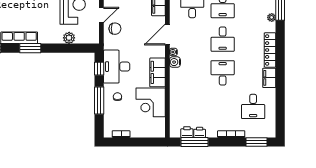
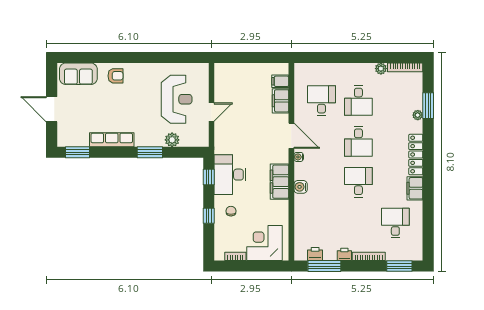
chair: (115, 29) -> (228, 129), removed
door: (167, 34) -> (291, 136), swing flipped
window: (30, 48) -> (150, 152), moved
water cooler: (175, 62) -> (301, 187), moved
window: (99, 101) -> (209, 216), width x0.46
corner desk: (151, 102) -> (265, 243), moved, turned 90
desk: (253, 106) -> (395, 223), turned 180
printer: (200, 132) -> (344, 254), moved

